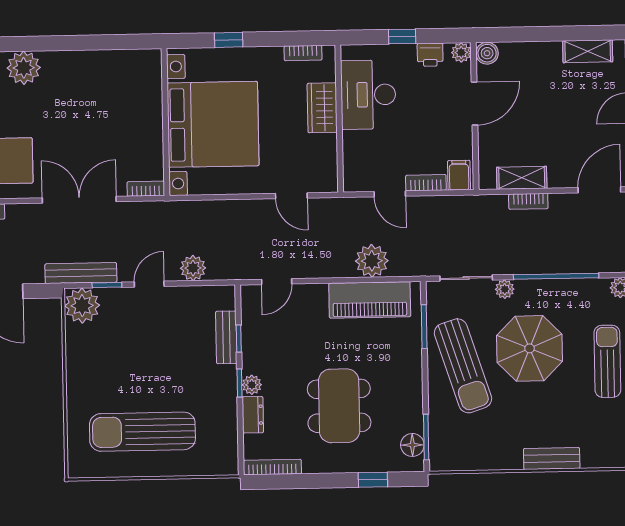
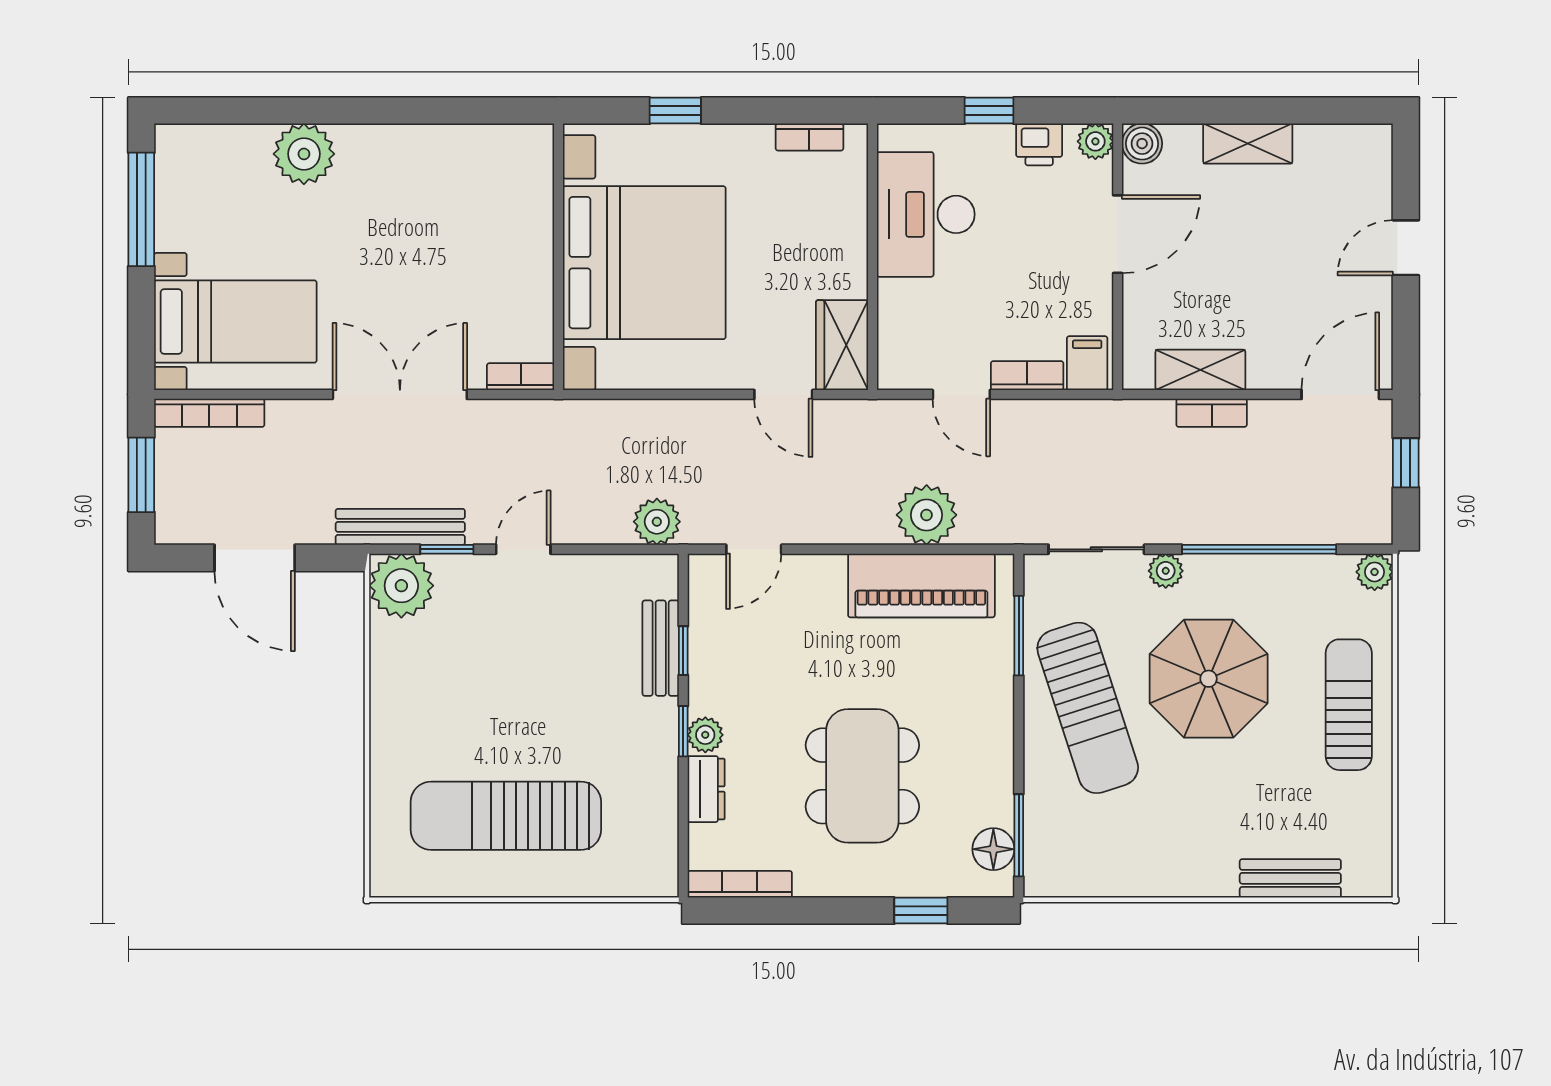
shelving: (588, 51) -> (1248, 144), moved
wardrobe: (322, 108) -> (842, 345), moved
plant: (193, 268) -> (657, 522), moved
bench: (552, 458) -> (1290, 878), moved

